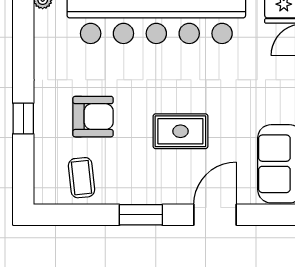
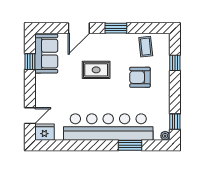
window: (23, 28) -> (175, 122), added
window: (23, 118) -> (175, 63), moved

